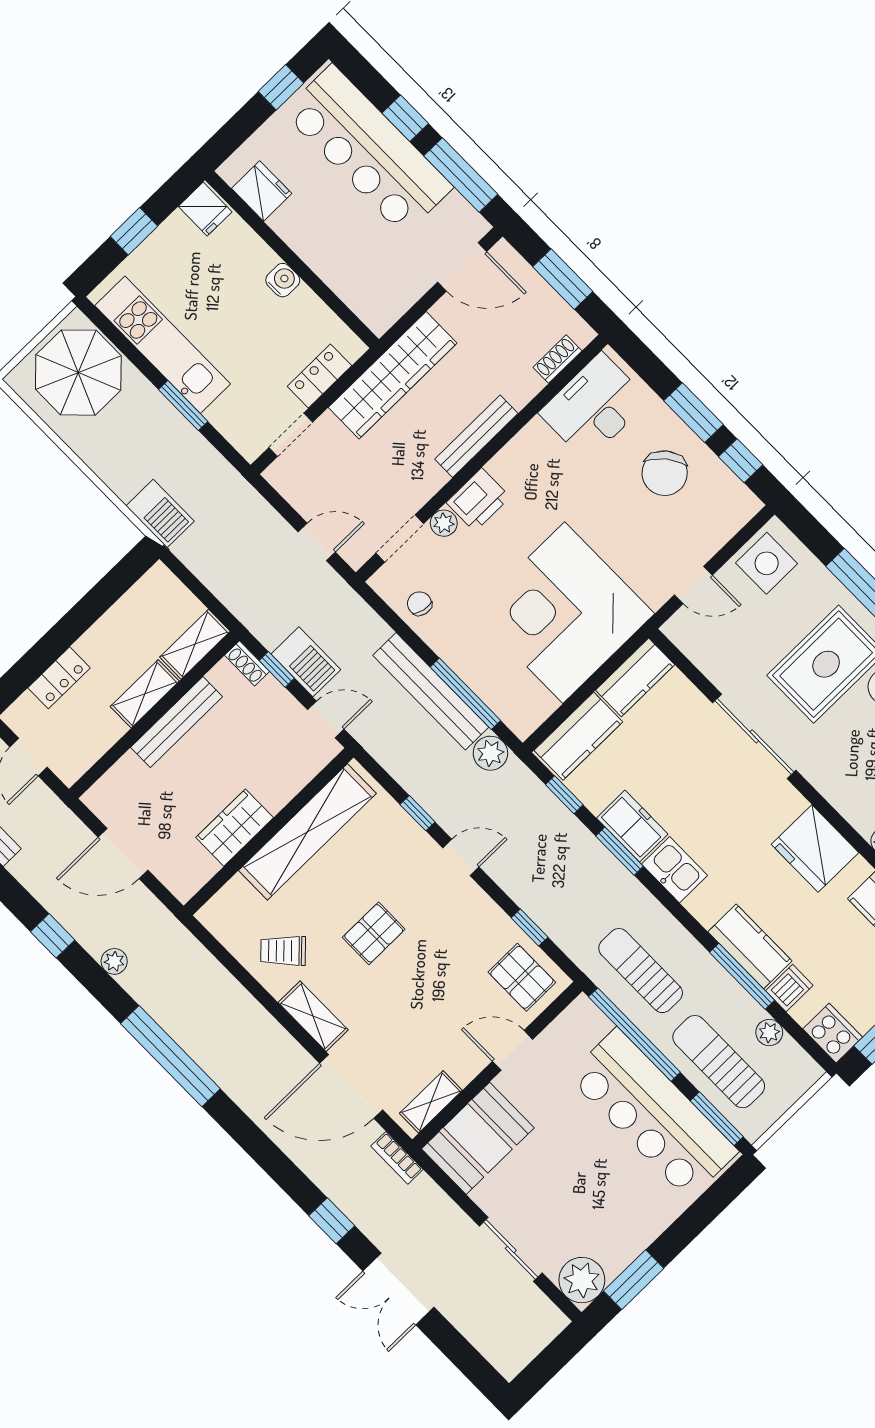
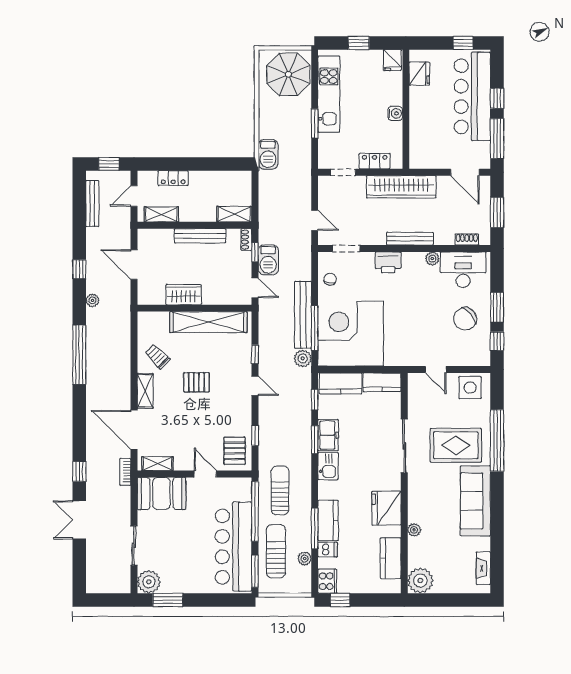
plant: (444, 523) -> (432, 259), moved
corner desk: (564, 613) -> (351, 334), moved
shelving: (145, 694) -> (161, 214), moved

